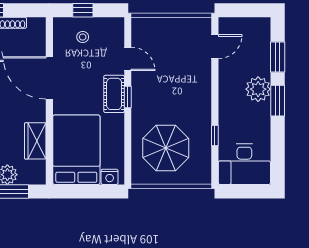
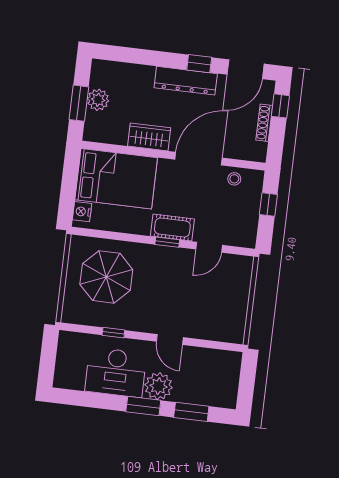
stool: (83, 37) -> (234, 179), moved
door: (215, 47) -> (170, 339), moved
wardrobe: (35, 141) -> (149, 137), moved
desk: (244, 164) -> (116, 372), moved, turned -90

